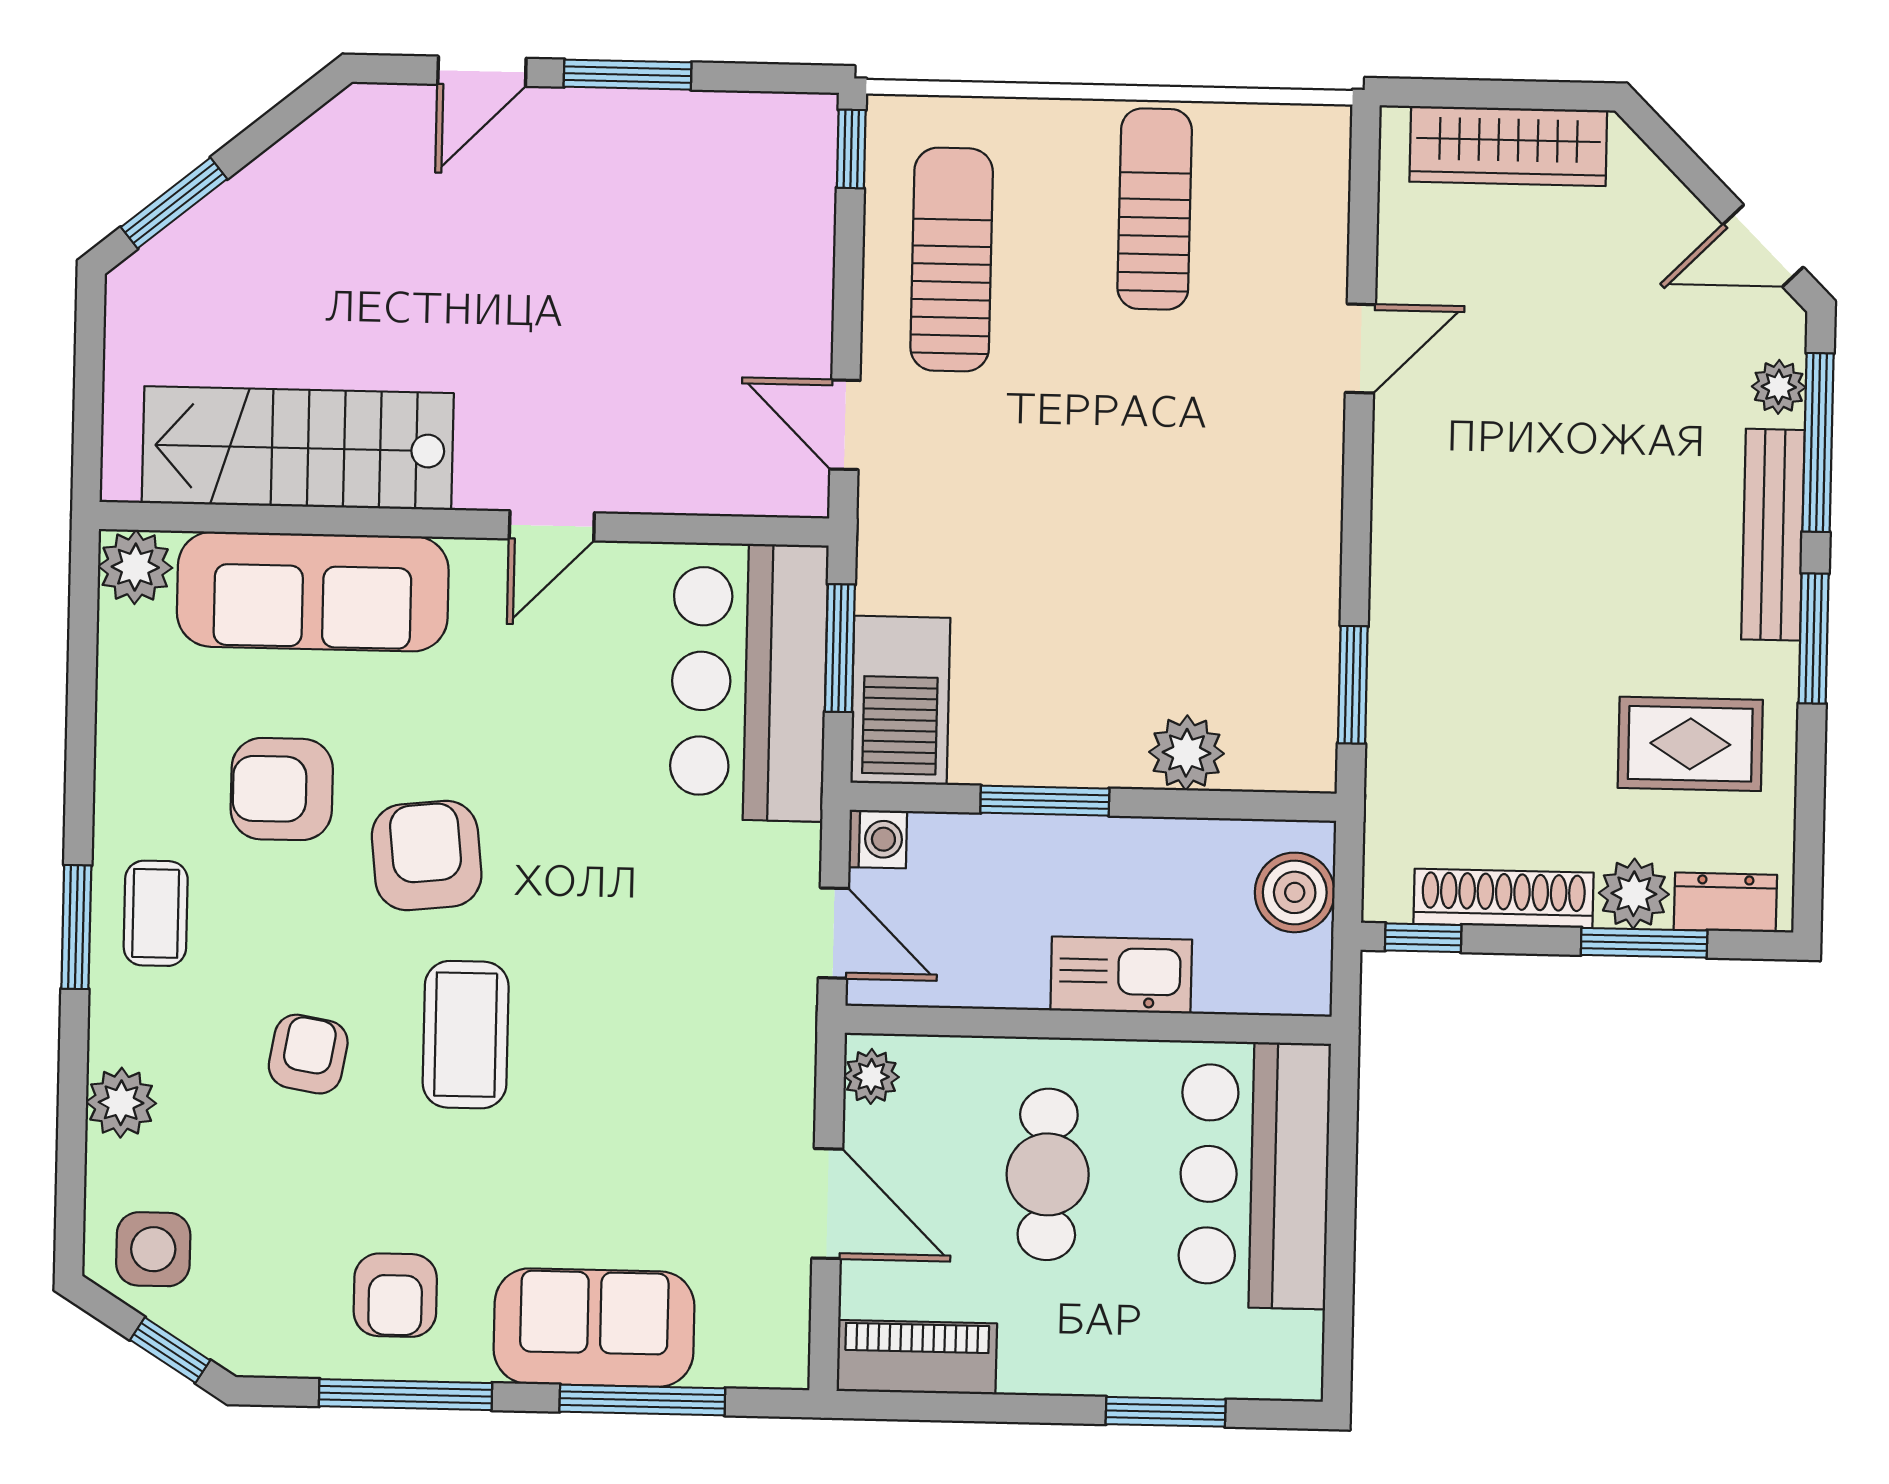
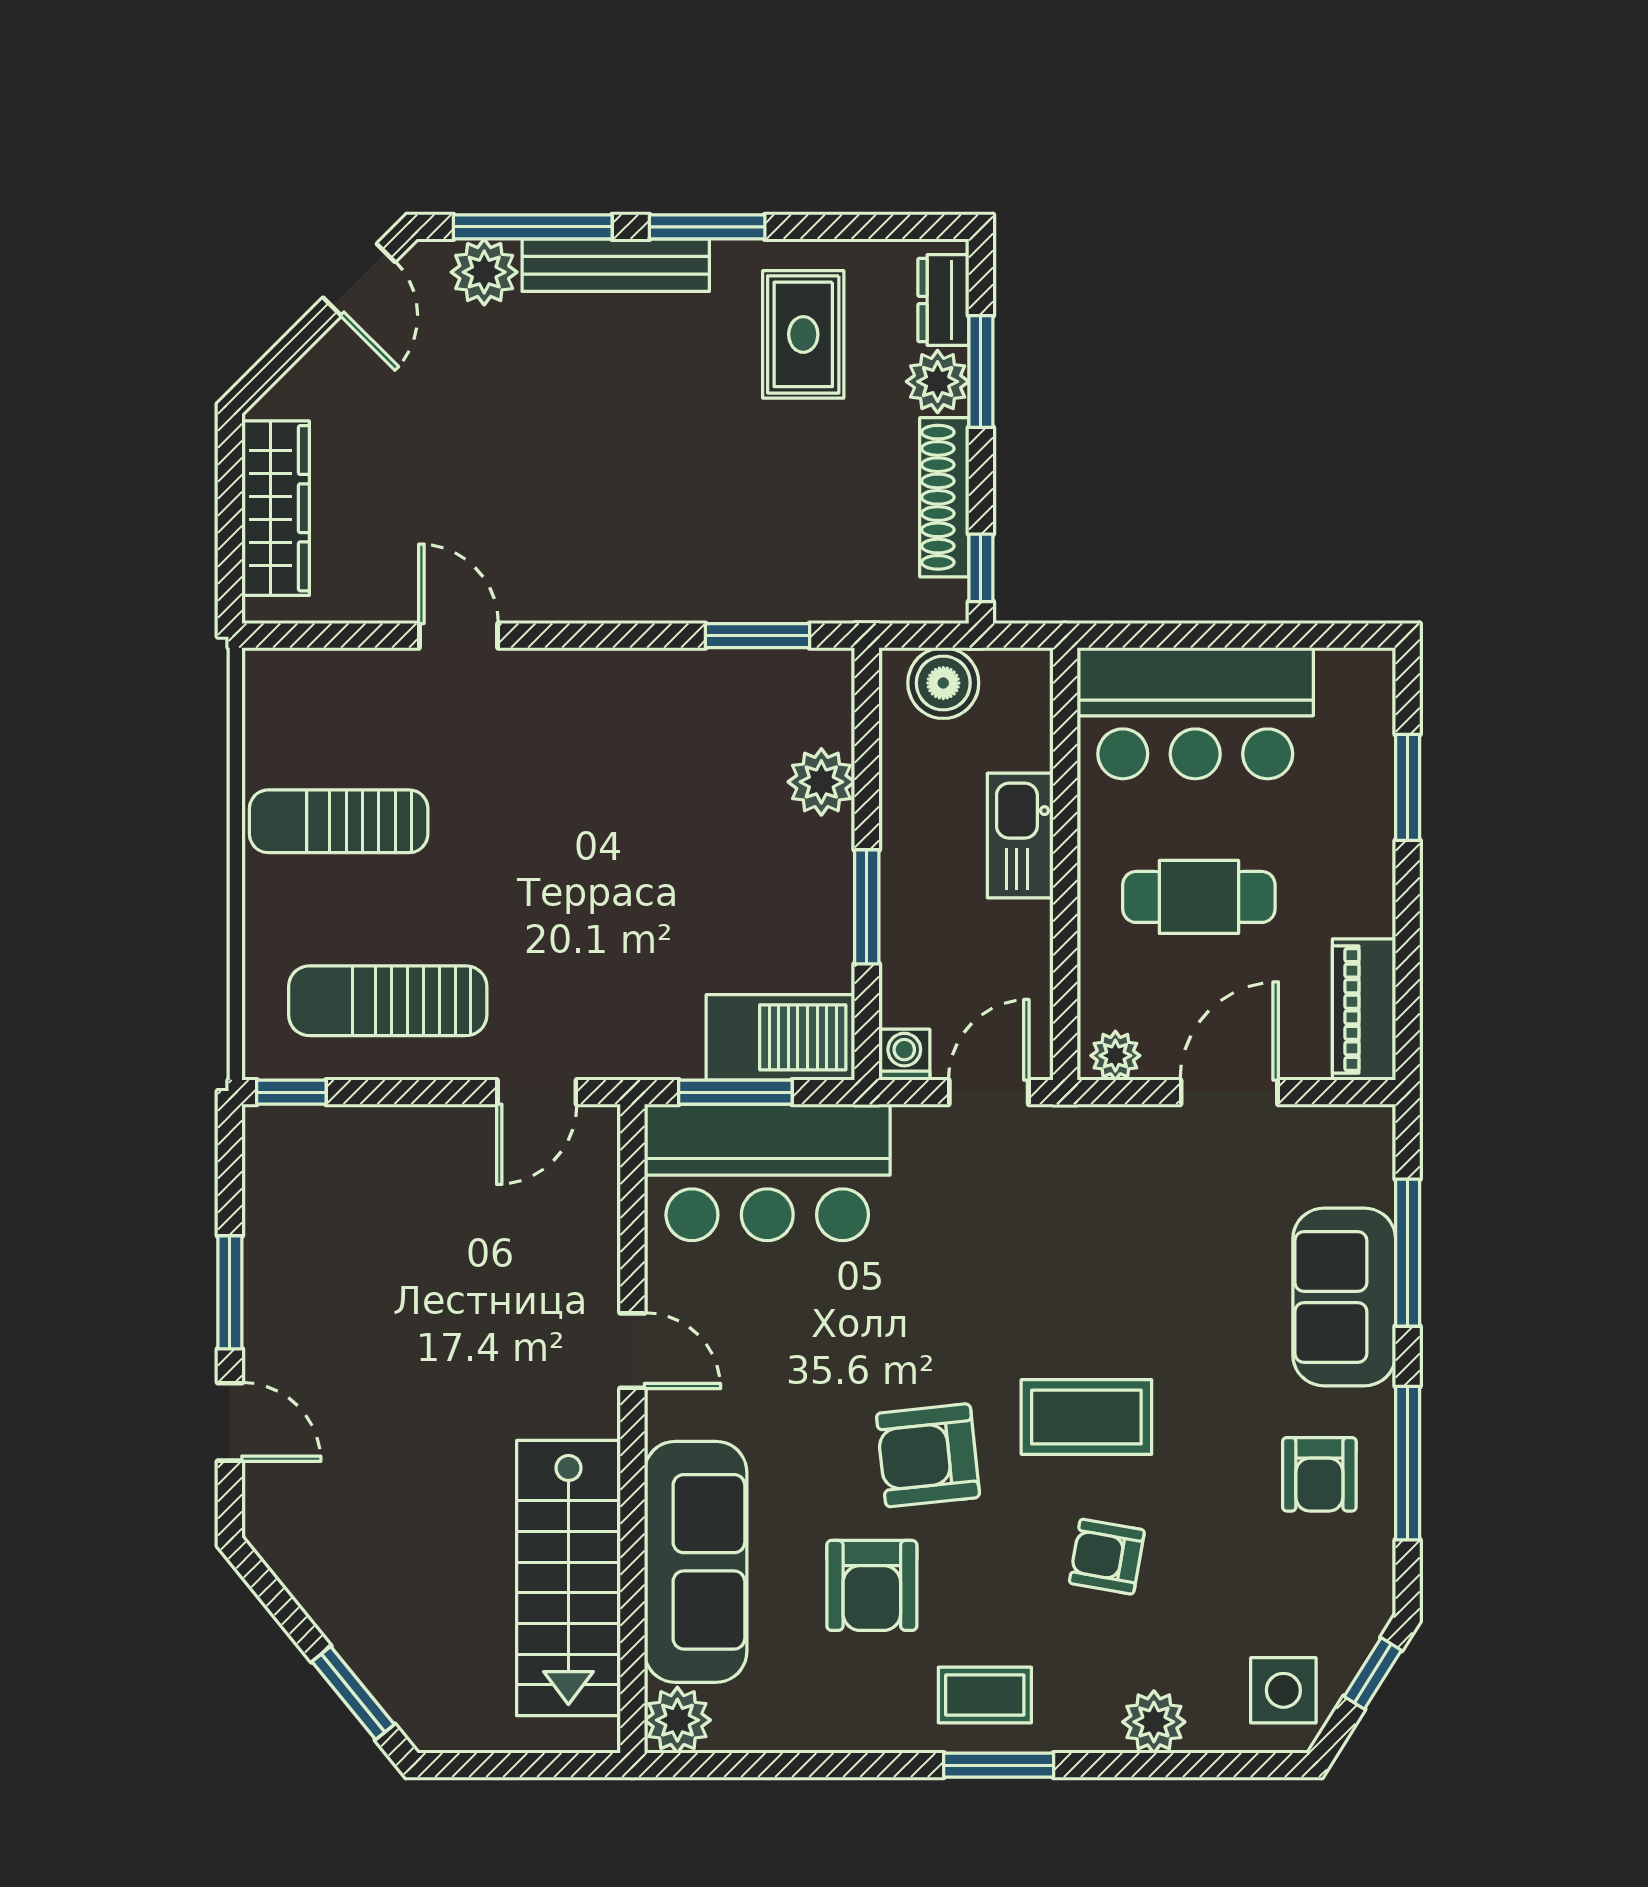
plant: (1779, 387) -> (484, 272), width x1.38, depth x1.38
armchair: (395, 1295) -> (1319, 1474), turned 90

